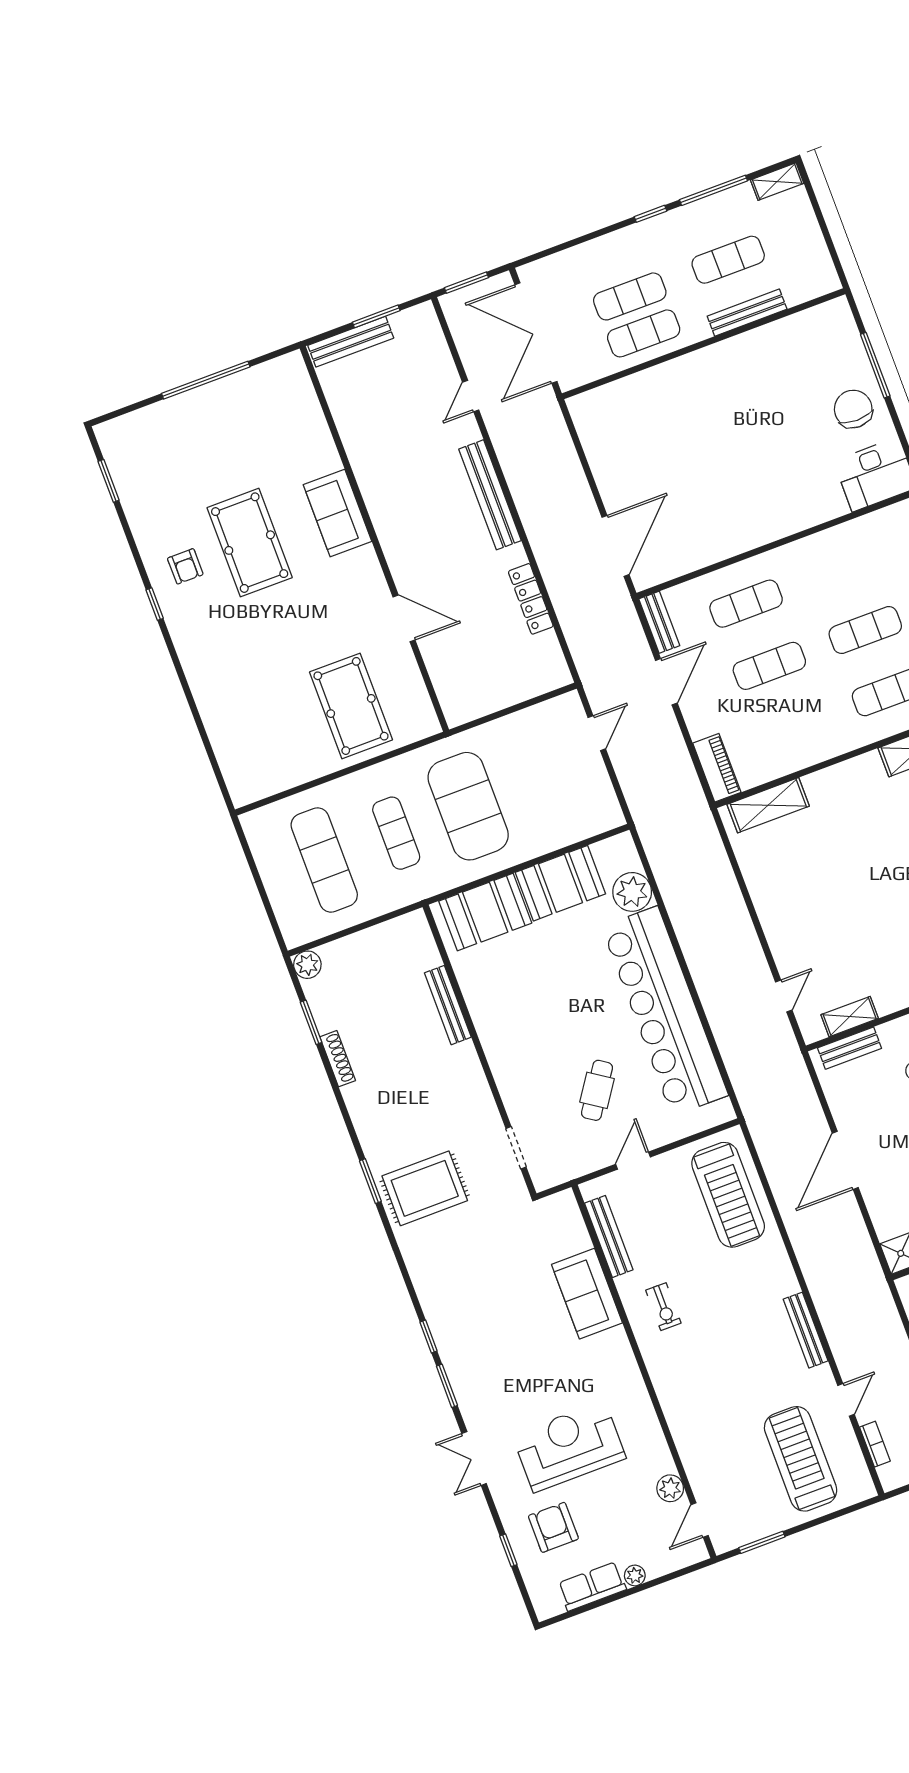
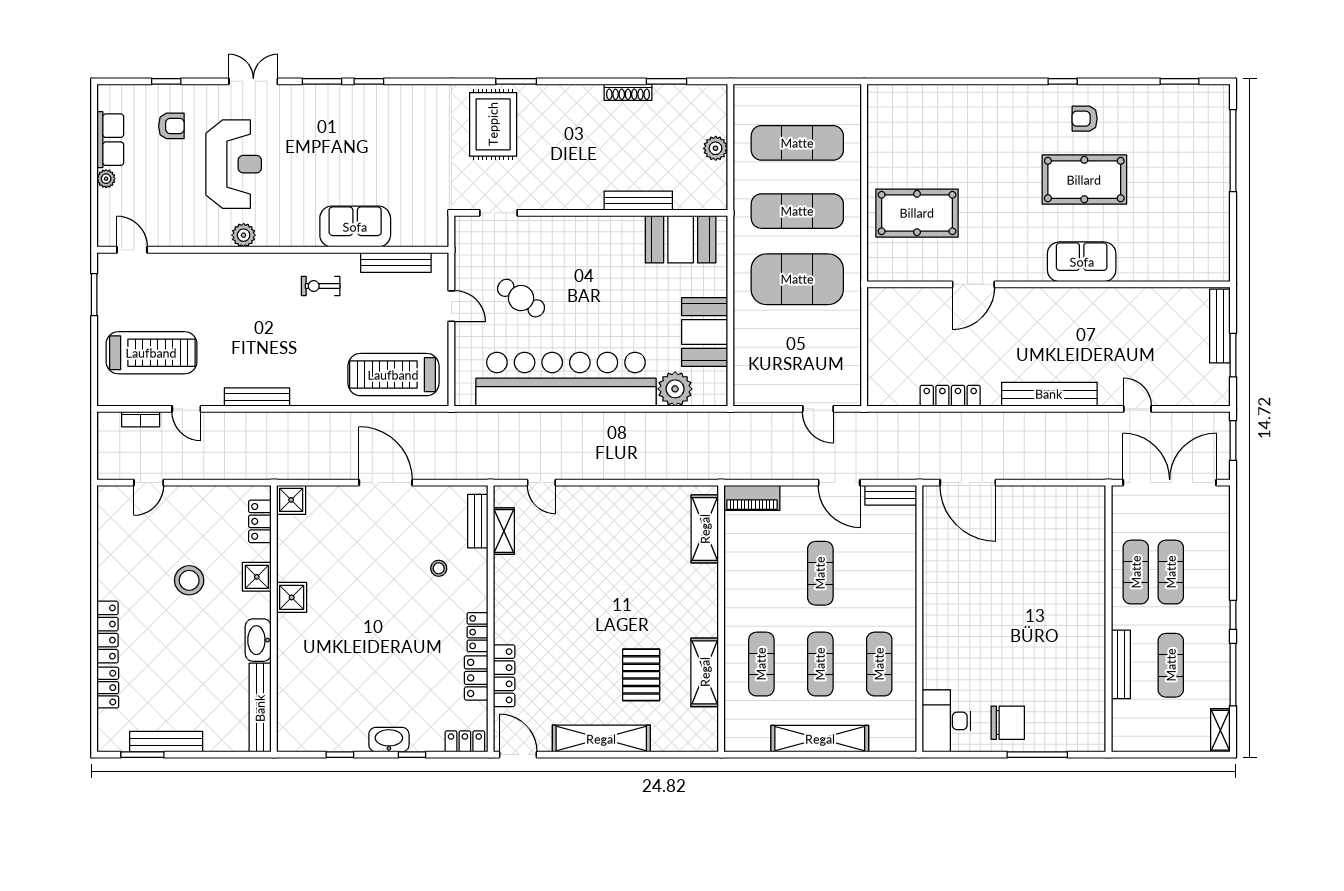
window: (206, 380) -> (1233, 151), moved
exercise mat: (746, 604) -> (879, 664), moved
exercise mat: (396, 833) -> (797, 211), width x1.36, depth x1.45
booth: (485, 912) -> (681, 239), moved, turned 90
plant: (307, 965) -> (716, 148), moved
plant: (670, 1488) -> (244, 235), moved
armchair: (553, 1527) -> (171, 126), width x0.72, depth x0.72

